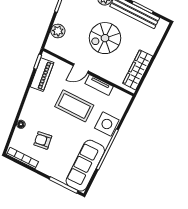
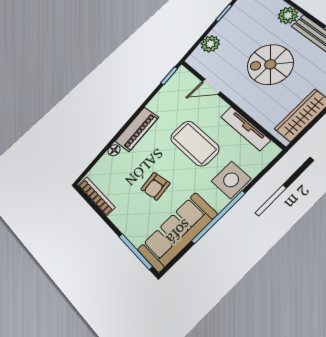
door: (81, 68) -> (211, 87), moved
piano: (42, 75) -> (137, 129), moved
tv unit: (99, 85) -> (245, 128), width x1.41
armchair: (43, 140) -> (155, 186), moved, turned -91

